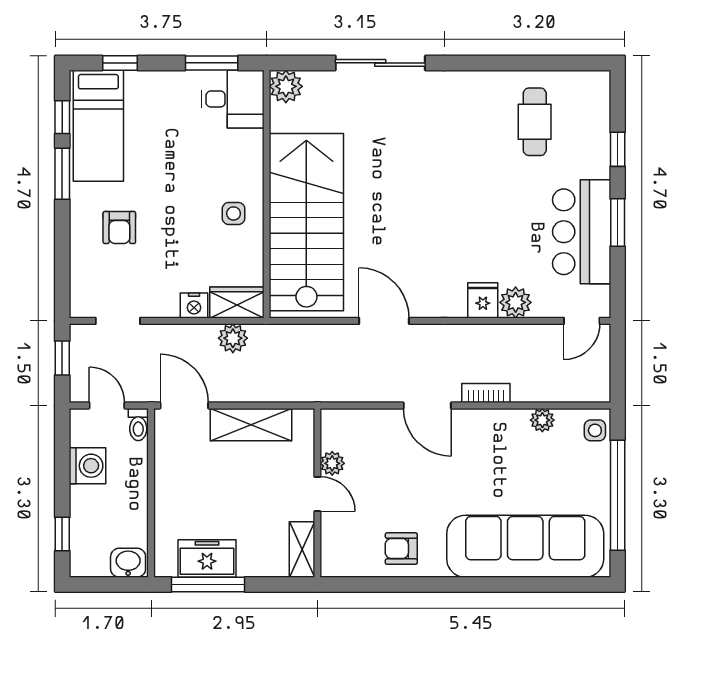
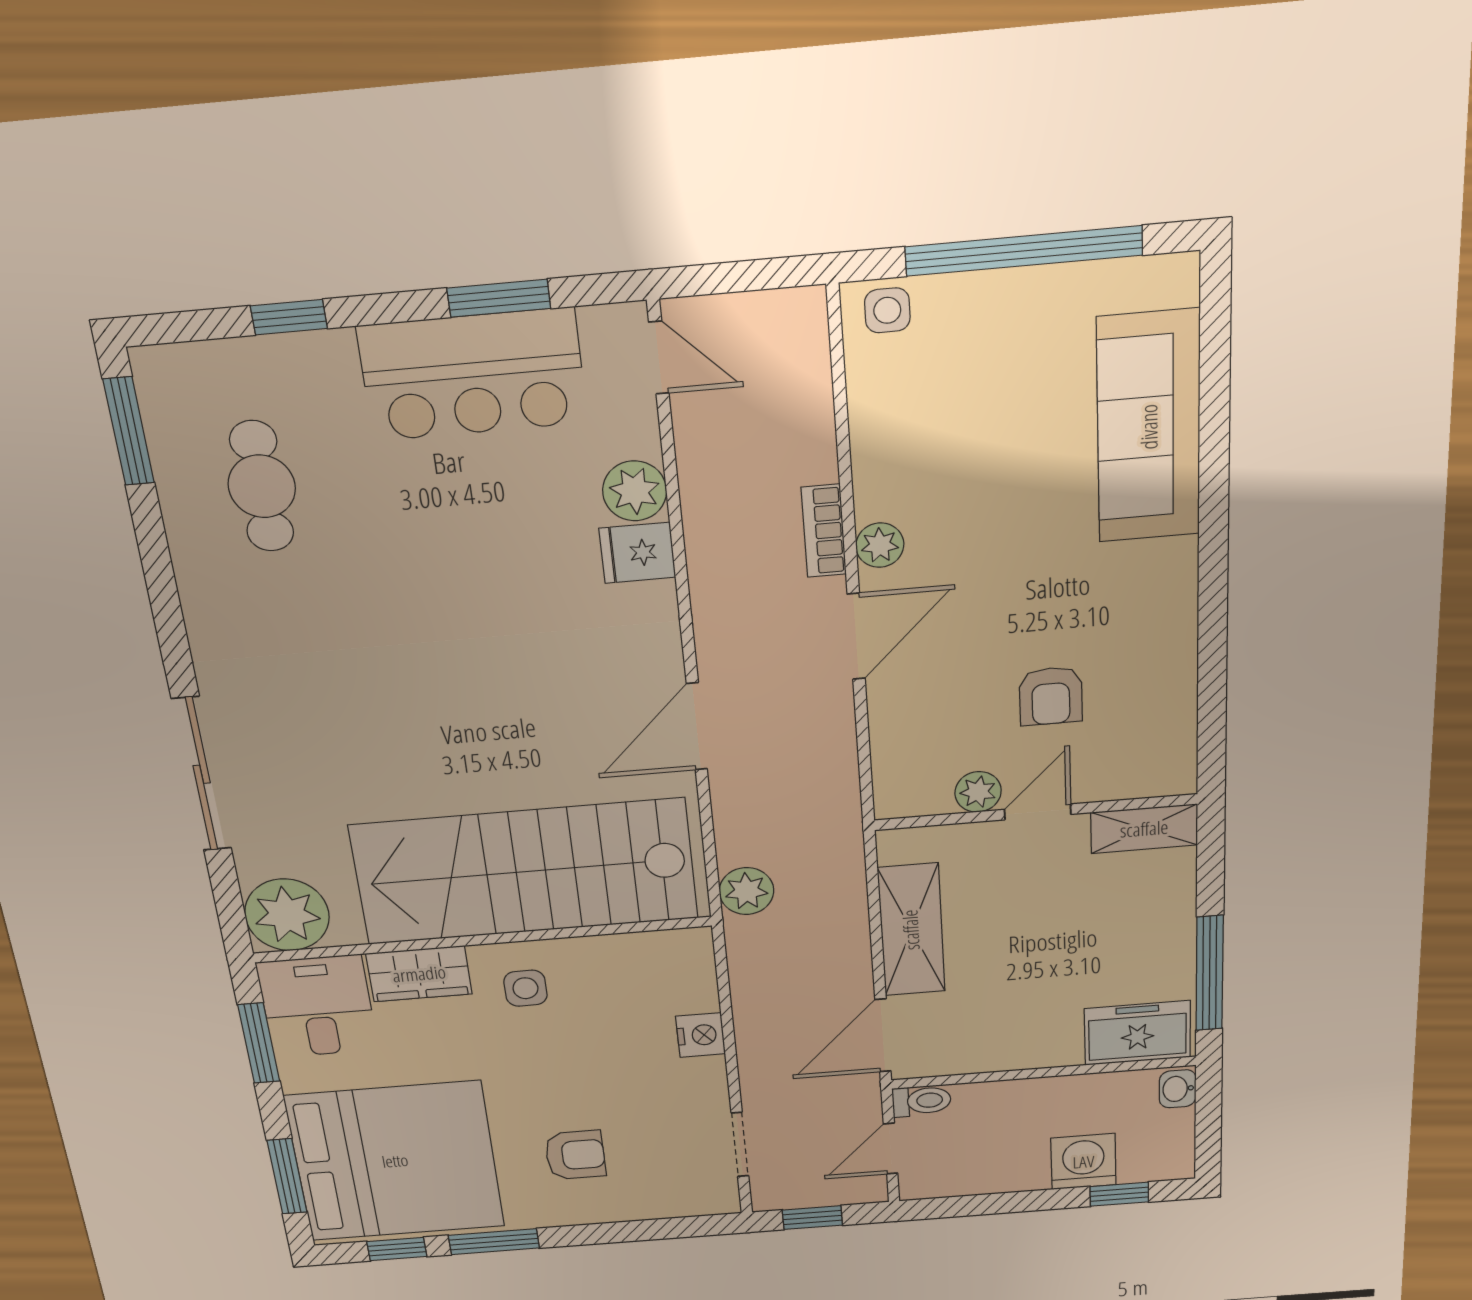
window: (120, 63) -> (287, 1176), width x1.50
window: (569, 63) -> (129, 431), added
plant: (286, 86) -> (287, 915), width x1.36, depth x1.36
cafe table: (535, 122) -> (262, 486), turned 90
bed: (98, 126) -> (395, 1161), width x2.04
window: (618, 222) -> (499, 298), moved
wardrobe: (237, 302) -> (419, 974), moved, turned -90
plant: (233, 338) -> (746, 891), moved
plant: (542, 420) -> (880, 545), moved
washing machine: (87, 466) -> (1083, 1162), moved
sofa: (525, 546) -> (1149, 427), width x0.74, depth x0.79
armchair: (401, 549) -> (1051, 696), moved
freezer: (207, 559) -> (1137, 1033), moved, turned 90
washbasin: (128, 563) -> (1178, 1089), width x0.72, depth x0.69

